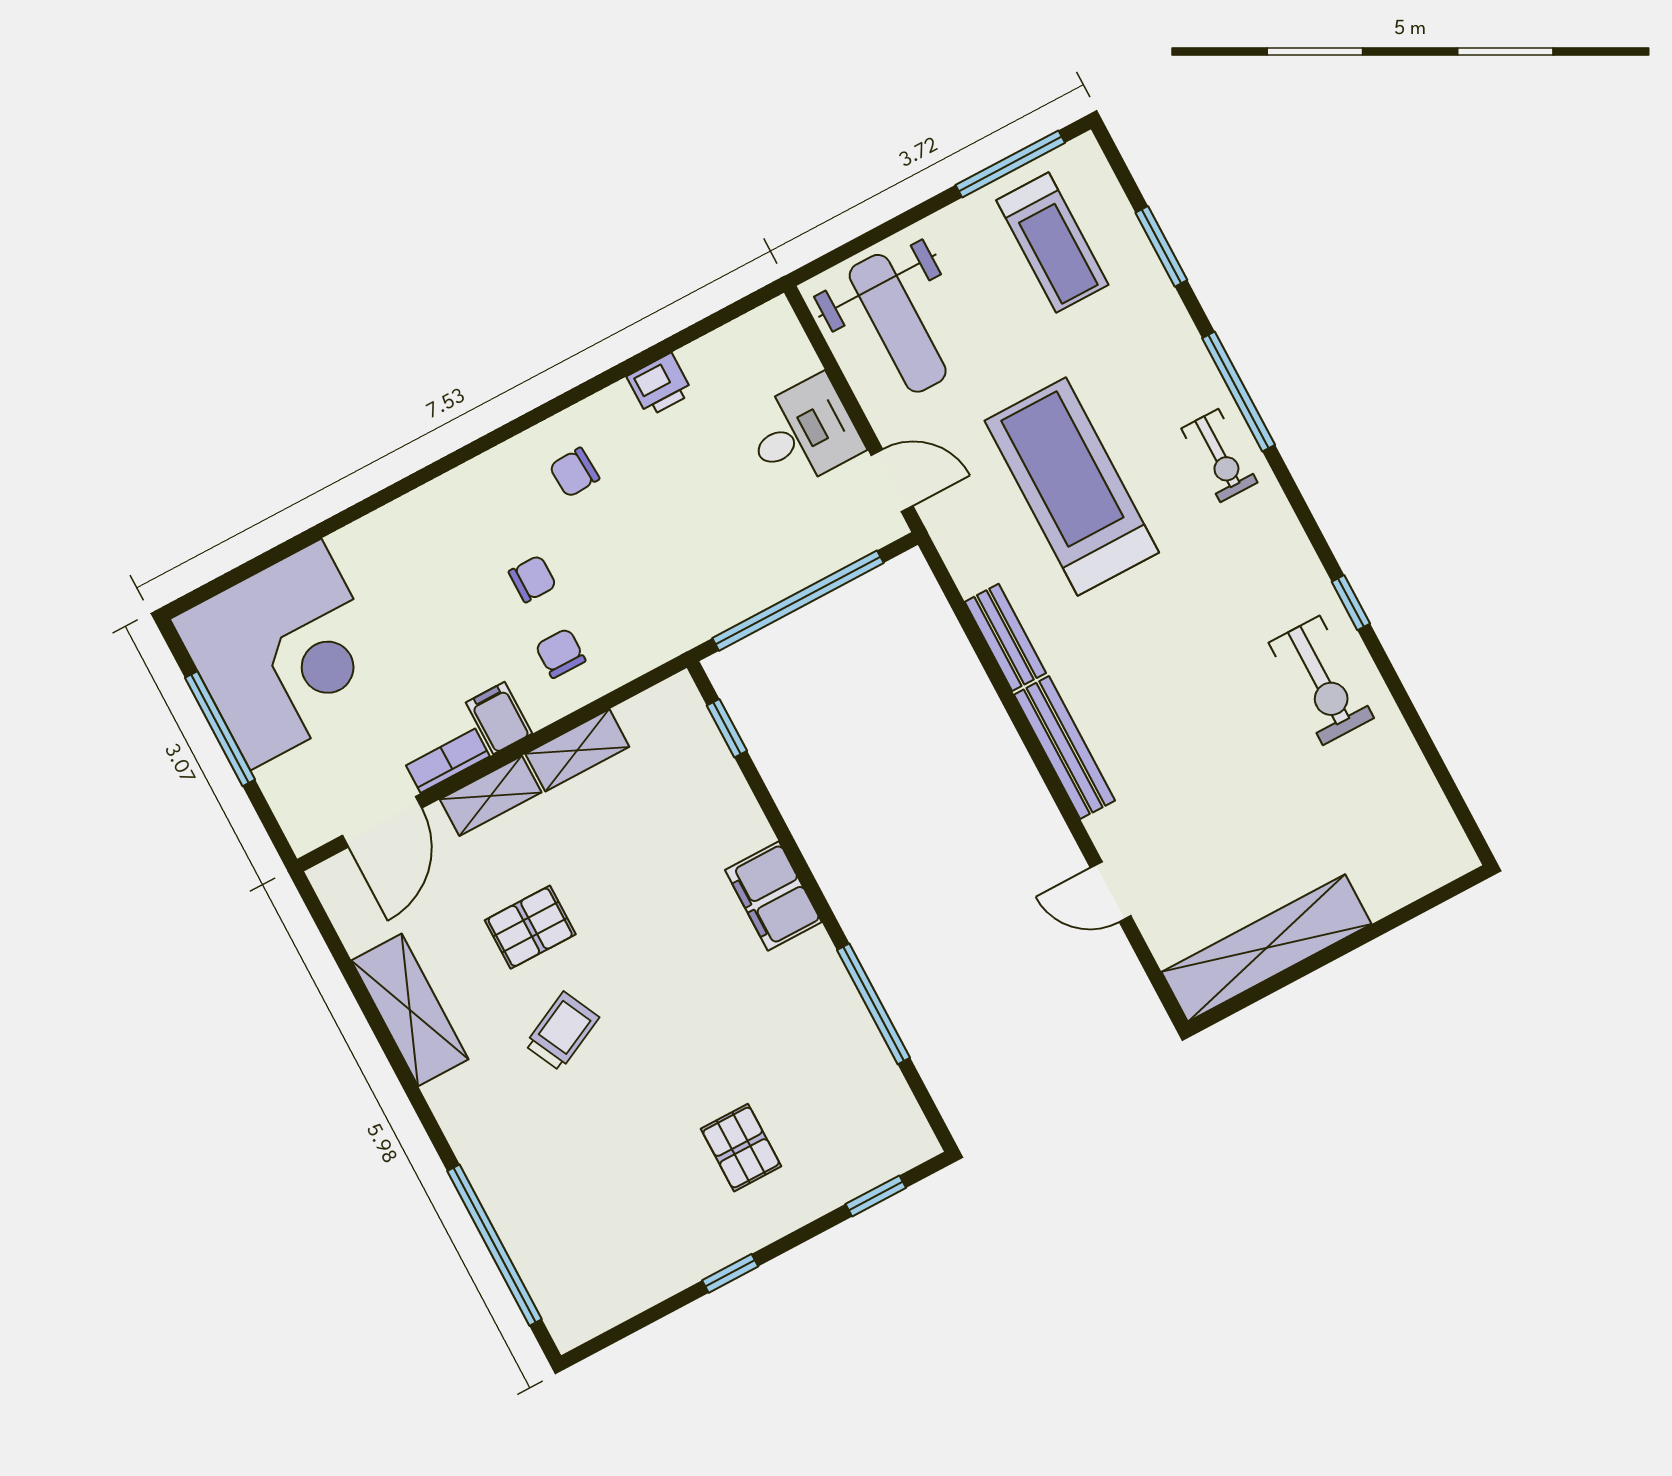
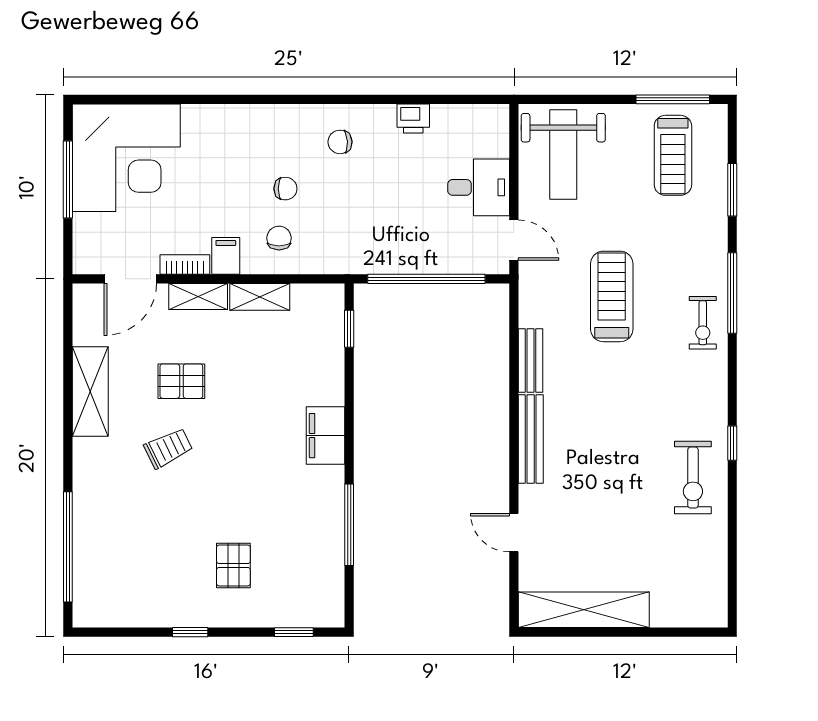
treadmill: (1072, 487) -> (612, 296), width x0.73, depth x0.73

